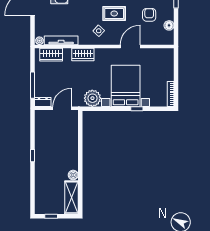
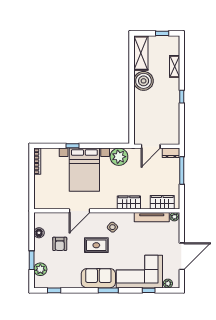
boiler: (73, 175) -> (144, 81), width x1.86, depth x1.86
shelving: (39, 185) -> (175, 66), added

